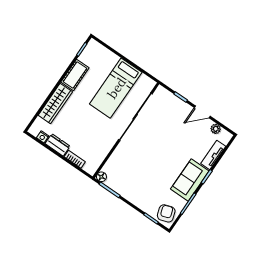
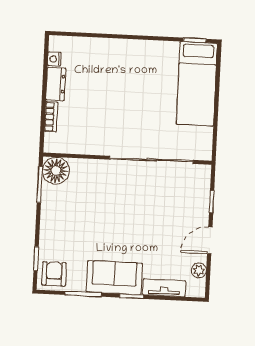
cot: (75, 75) -> (157, 52), removed
bed: (116, 88) -> (197, 84), moved, turned -90
wardrobe: (55, 103) -> (106, 49), removed
door: (202, 112) -> (210, 240), hinge flipped
floor lamp: (101, 177) -> (56, 171), width x1.89, depth x1.89
armchair: (166, 213) -> (54, 274), turned -72

